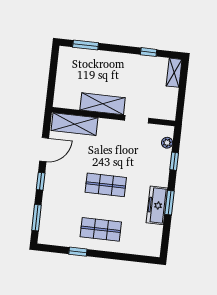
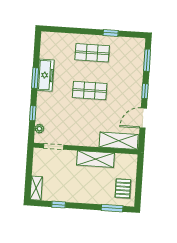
pallet: (72, 68) -> (123, 188), added
doorway: (137, 119) -> (54, 146), moved

